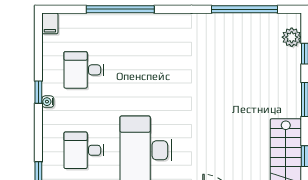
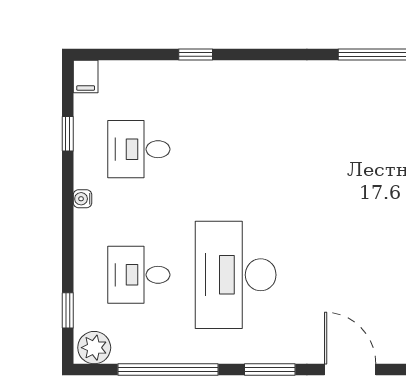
window: (120, 9) -> (196, 54), width x0.32
window: (38, 92) -> (68, 134), moved

